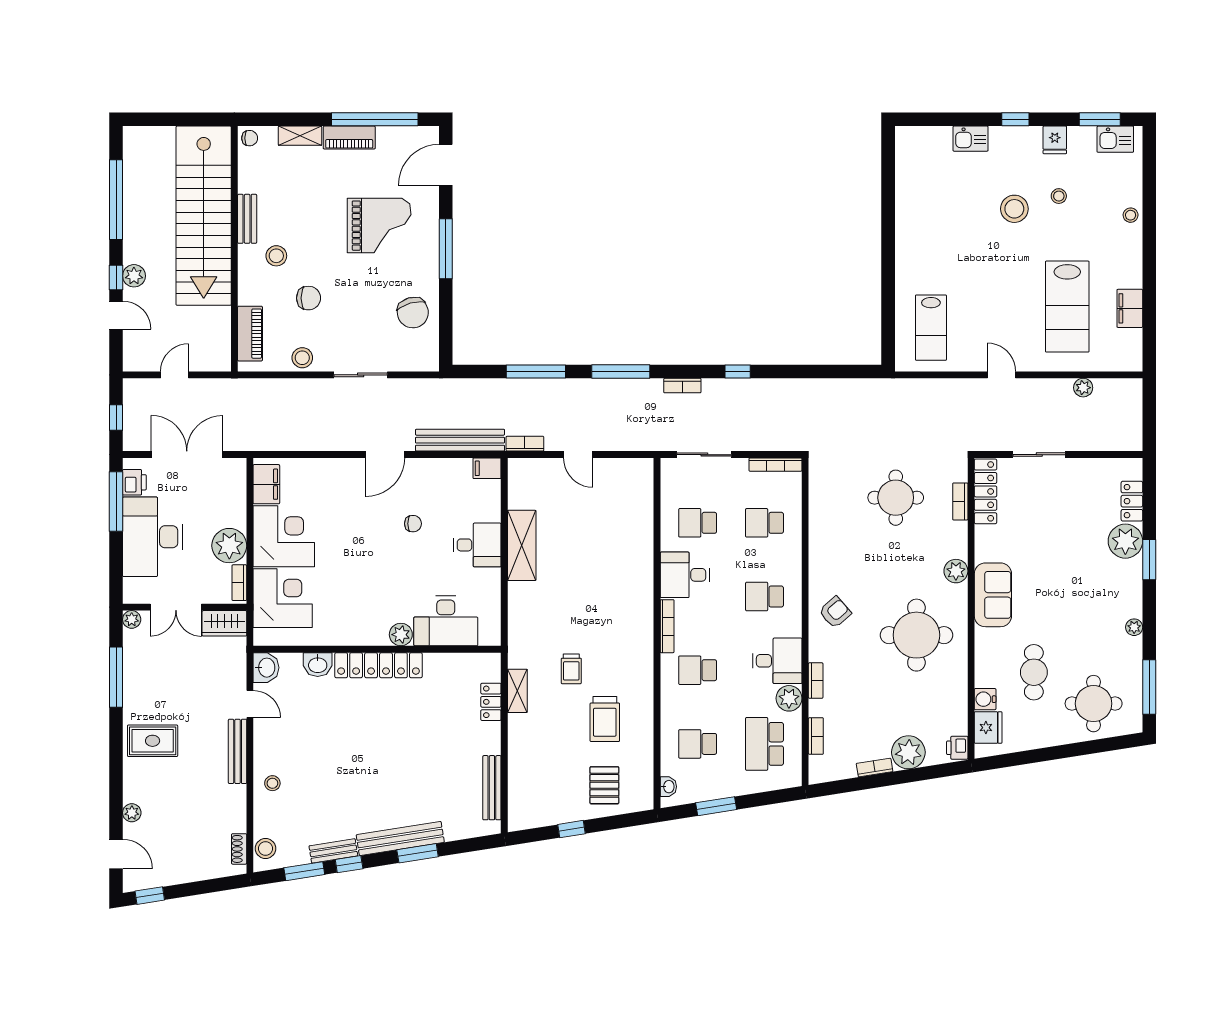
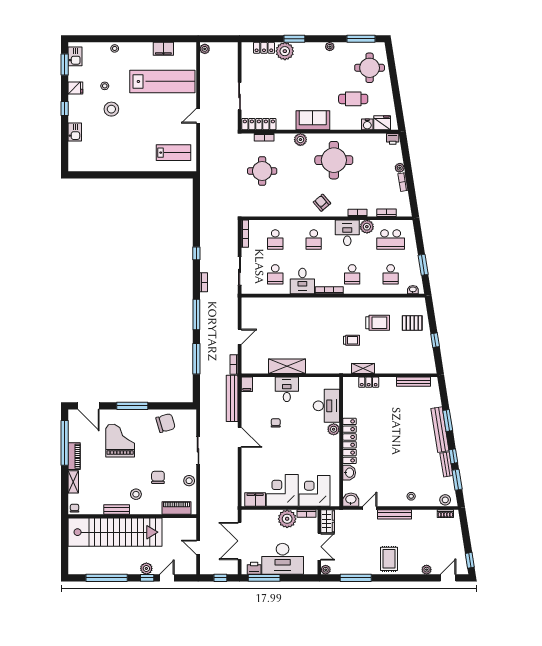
lab bench: (1067, 307) -> (162, 81), width x1.36
plant: (1083, 388) -> (205, 49), moved
plant: (908, 752) -> (400, 168), width x0.53, depth x0.53

